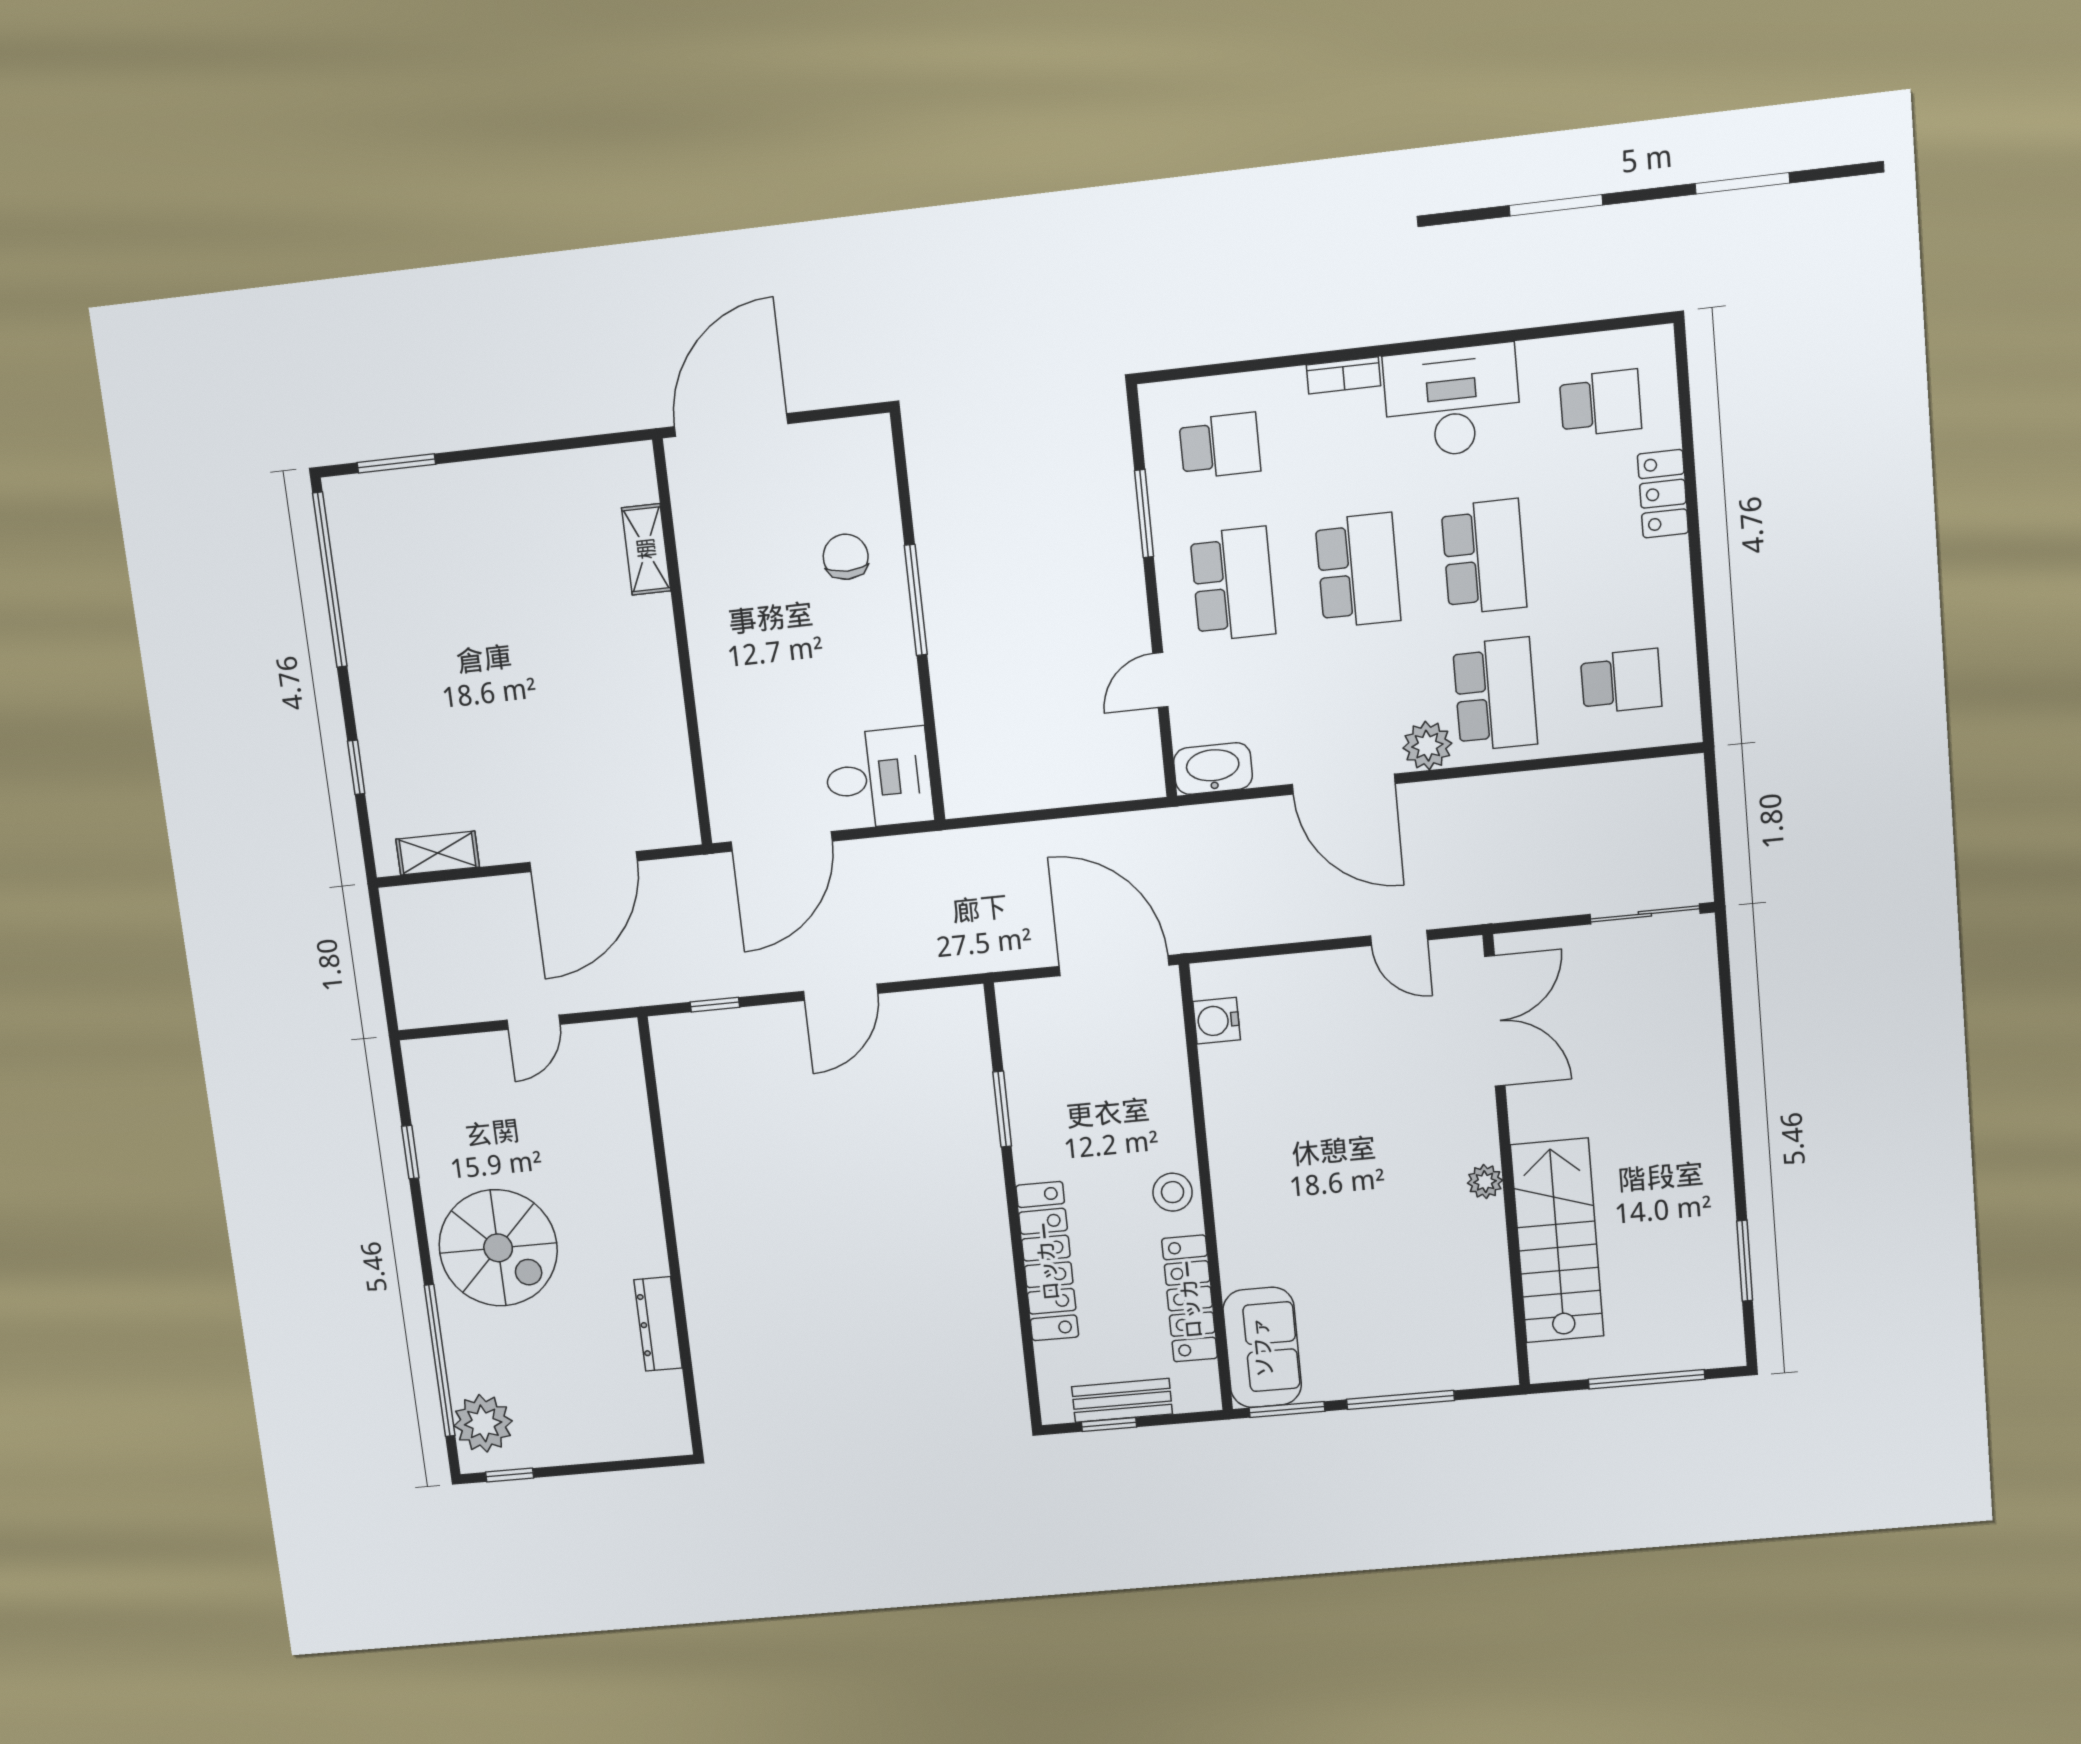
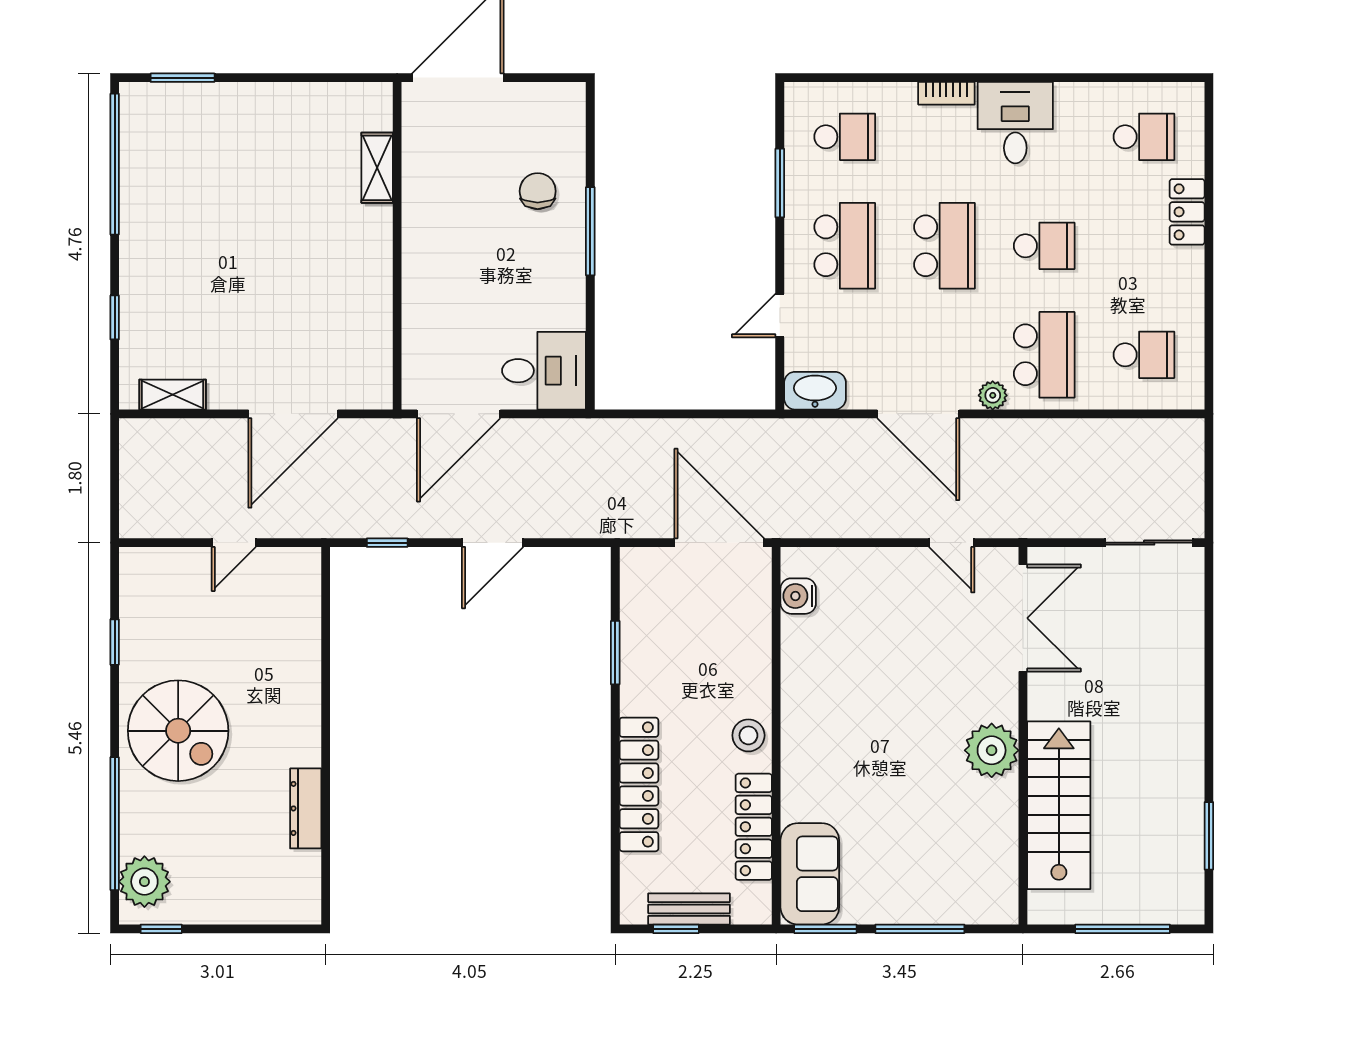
desk: (1452, 401) -> (1015, 123), width x0.73
school desk: (1484, 557) -> (1044, 246), width x0.54
plant: (1427, 746) -> (993, 395), width x0.73, depth x0.73
plant: (1485, 1182) -> (992, 750), width x1.87, depth x1.87

